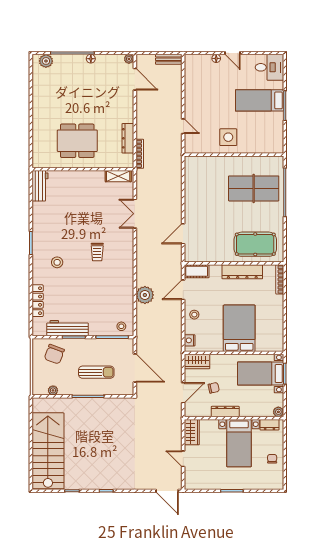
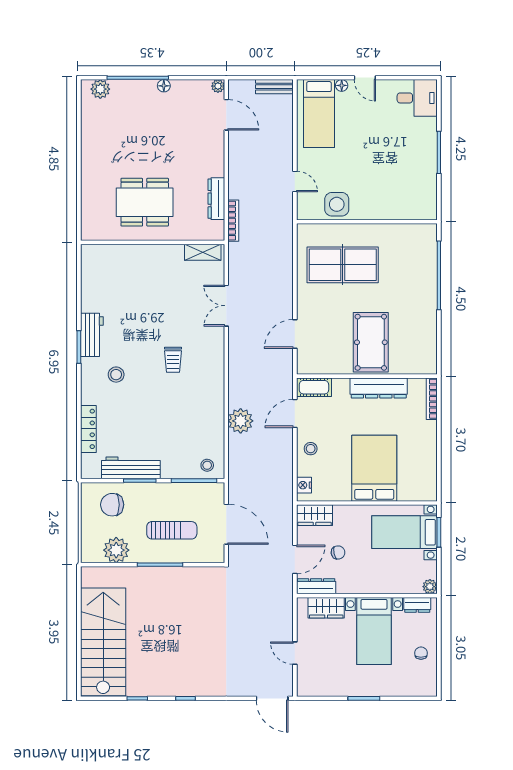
bed: (260, 100) -> (319, 113), moved, turned -90
side table: (228, 137) -> (337, 204), moved
workbench: (40, 186) -> (92, 335), moved
table tennis table: (254, 188) -> (343, 265), moved
pool table: (255, 244) -> (371, 342), moved, turned 90
chair: (54, 354) -> (112, 505), turned 70
plant: (53, 390) -> (116, 550), width x1.88, depth x1.88
dresser: (225, 412) -> (316, 586), moved
wardrobe: (192, 432) -> (326, 608), moved, turned 90

